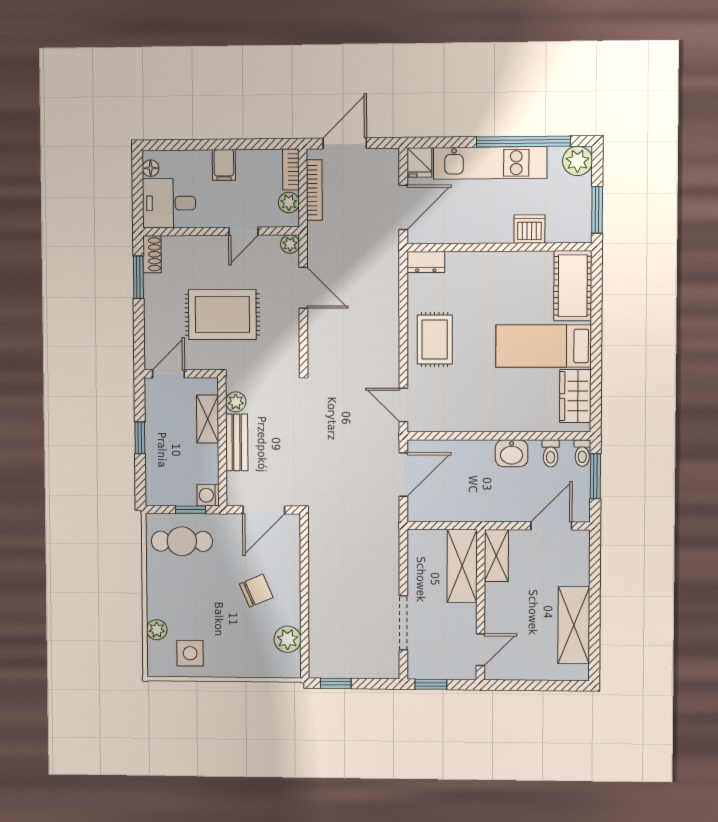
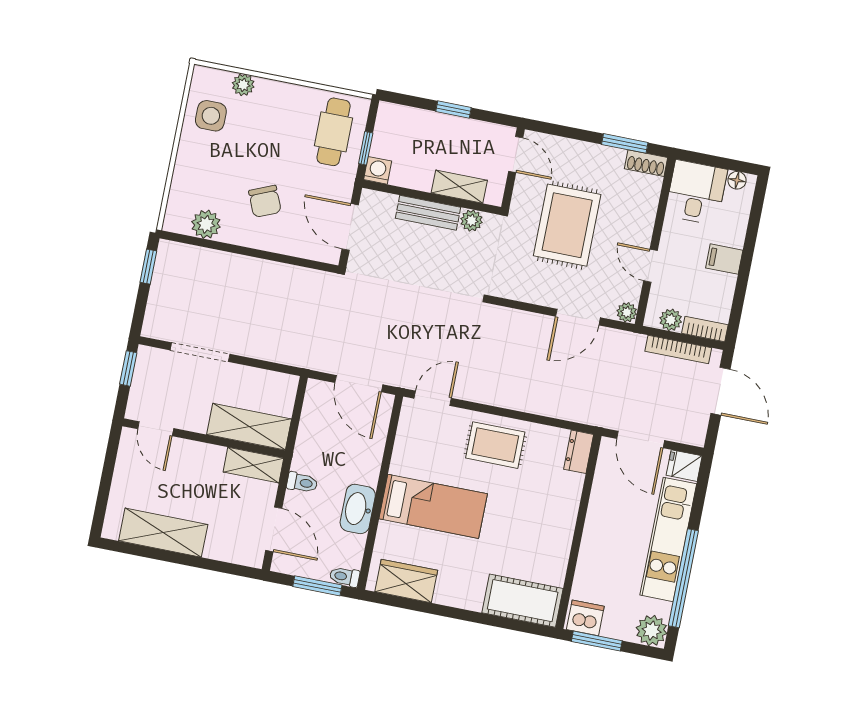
dishwasher: (529, 229) -> (585, 618), moved, turned -90
bed: (544, 346) -> (433, 506), moved, turned 90
washbasin: (512, 453) -> (358, 509), width x1.38
toilet: (551, 453) -> (302, 483), moved, turned 180

